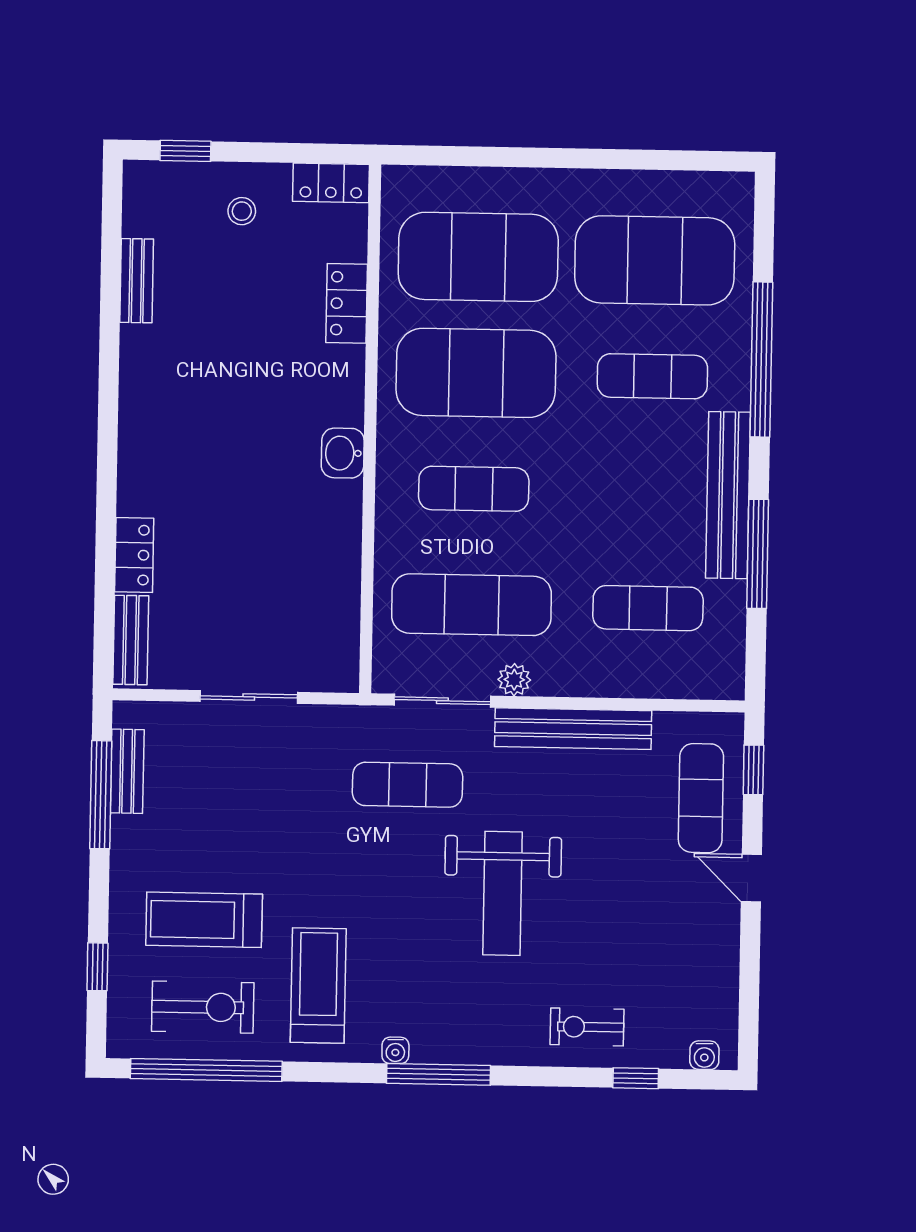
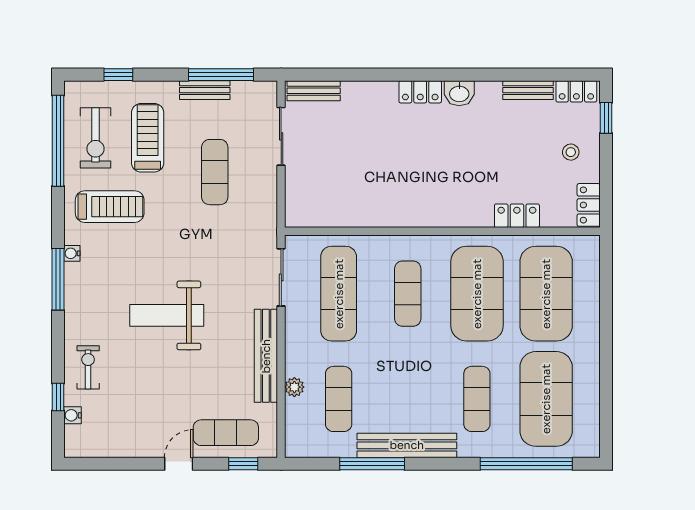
locker: (140, 200) -> (576, 91), added
window: (761, 360) -> (526, 464), moved
washbasin: (343, 453) -> (459, 93), moved, turned 180
locker: (134, 555) -> (420, 92), moved
plant: (514, 680) -> (294, 387), moved
sliding door: (249, 697) -> (281, 136), moved
bench: (127, 771) -> (205, 90), moved
exercise mat: (408, 785) -> (215, 172), moved
water cooler: (704, 1055) -> (73, 415), moved

